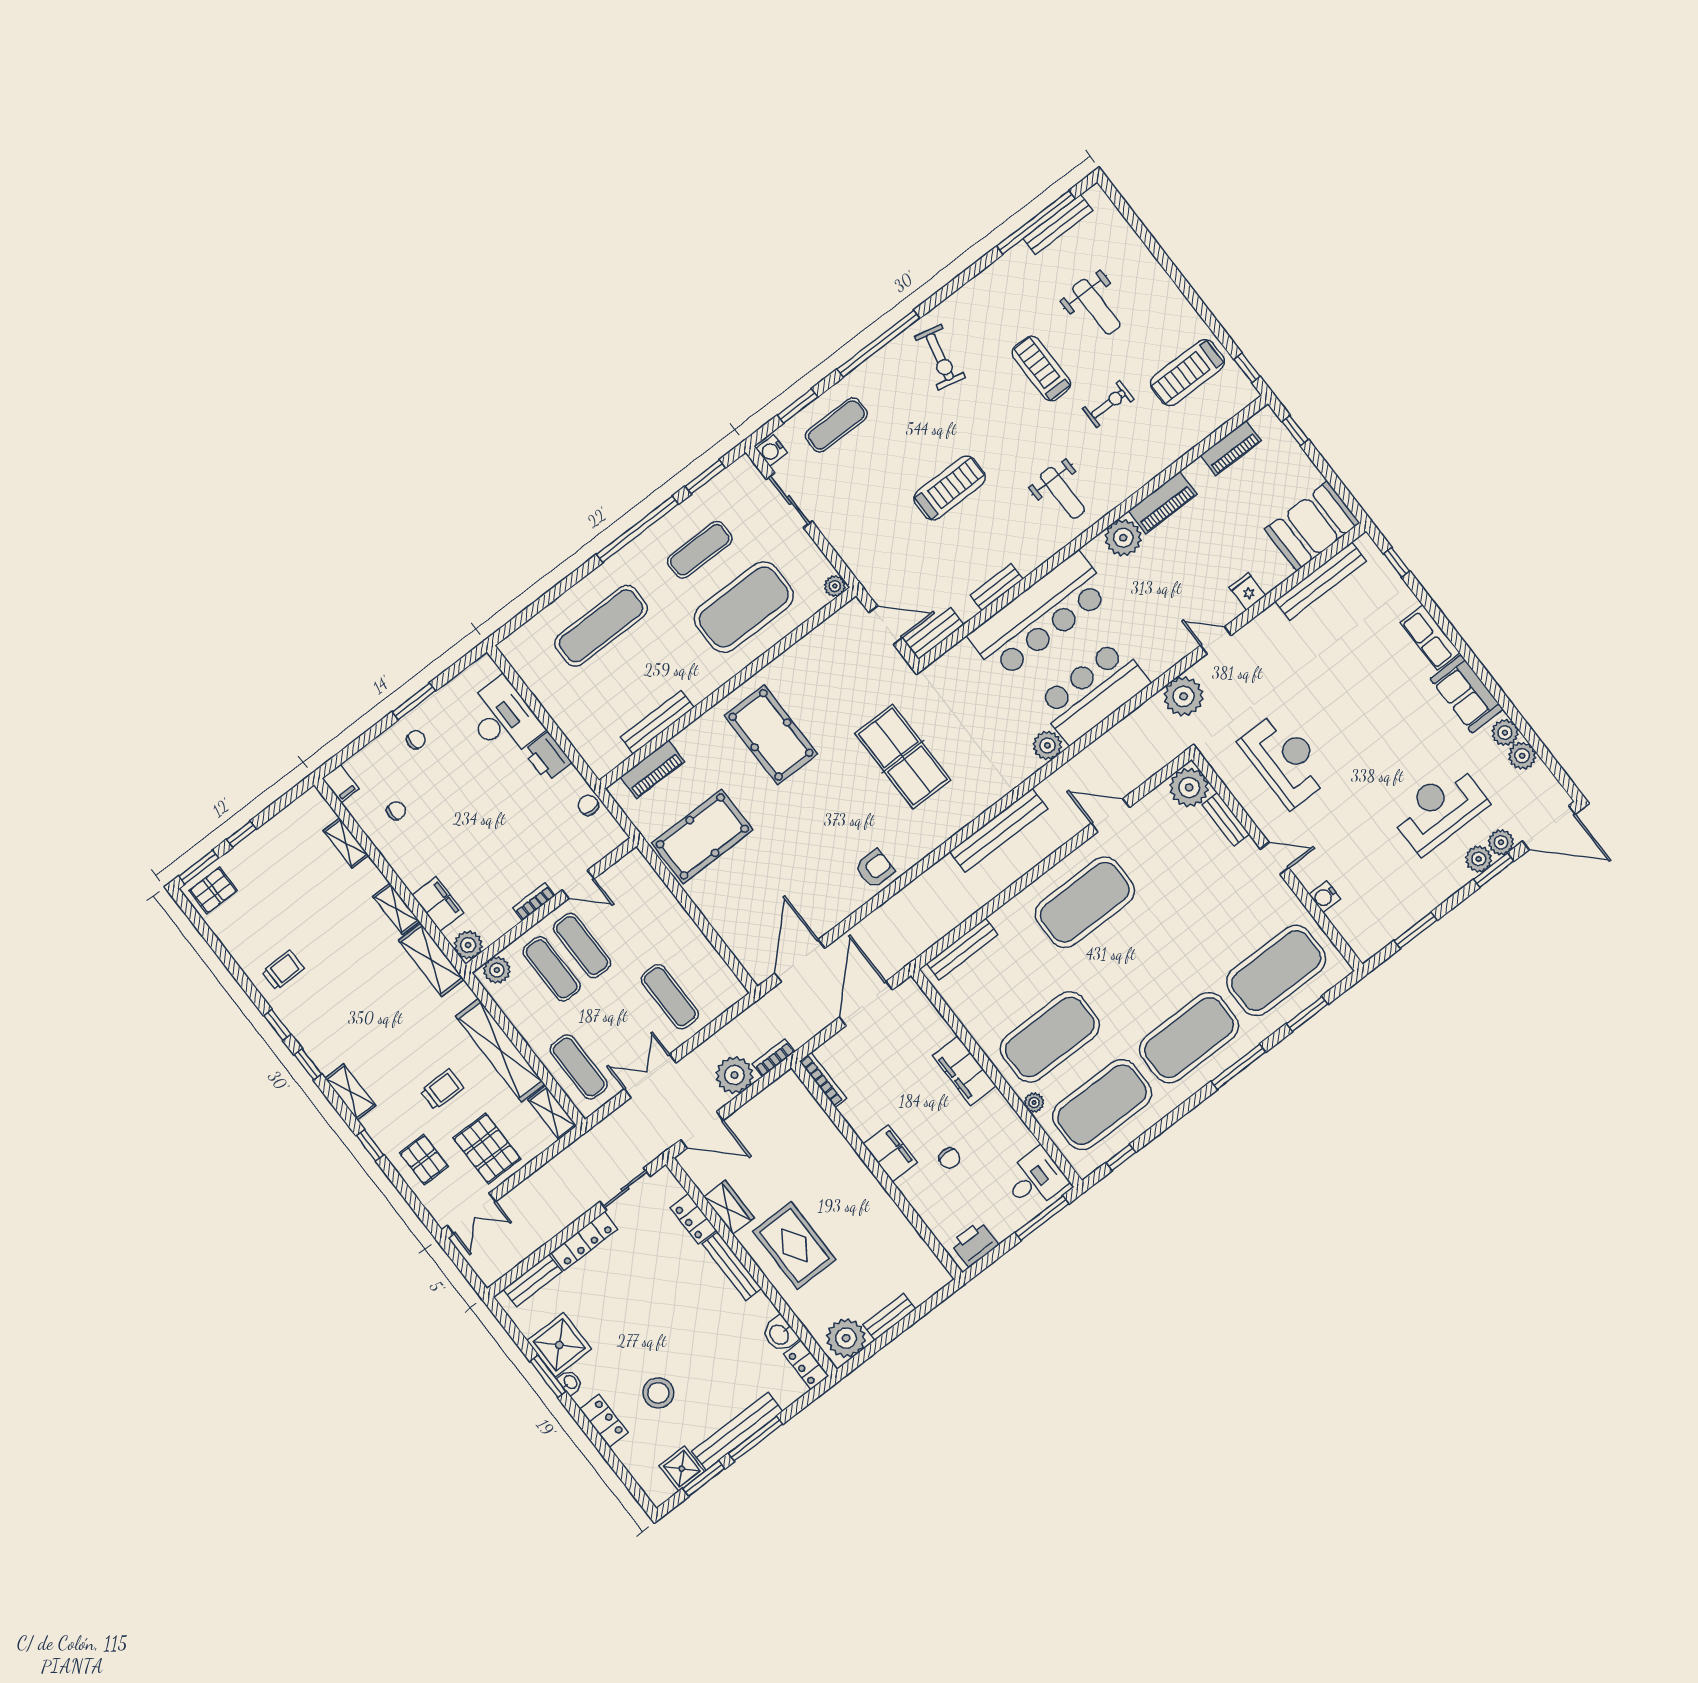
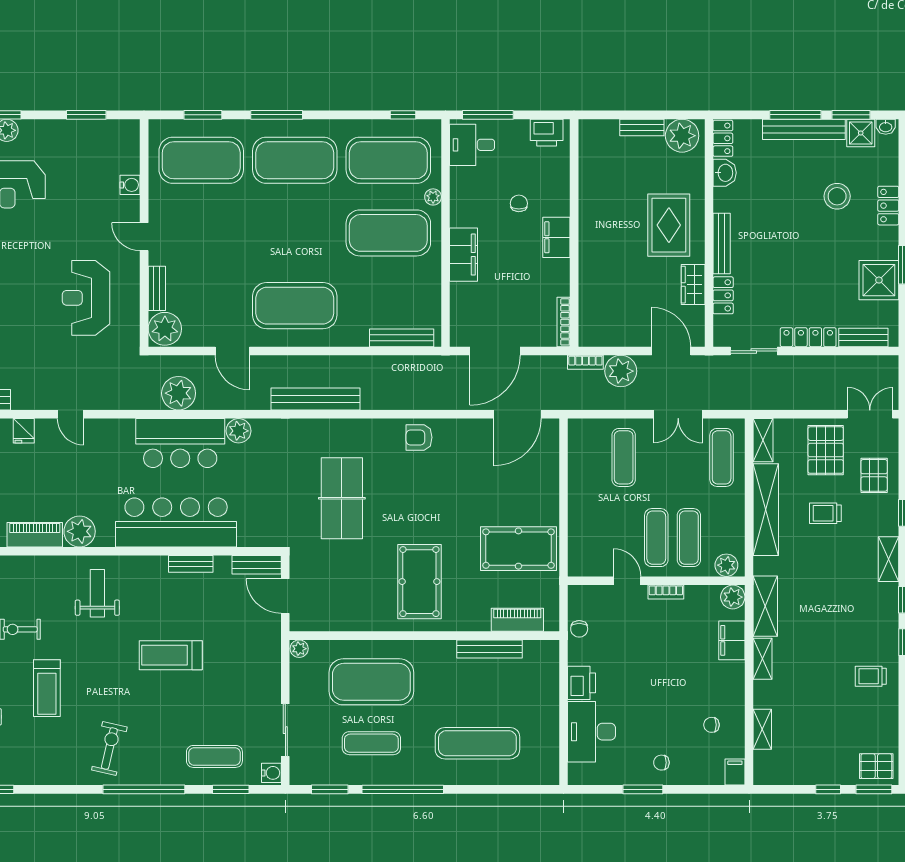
plant: (1184, 696) -> (179, 393), moved
washbasin: (570, 1382) -> (886, 127), moved, turned -90

